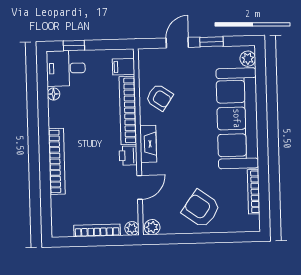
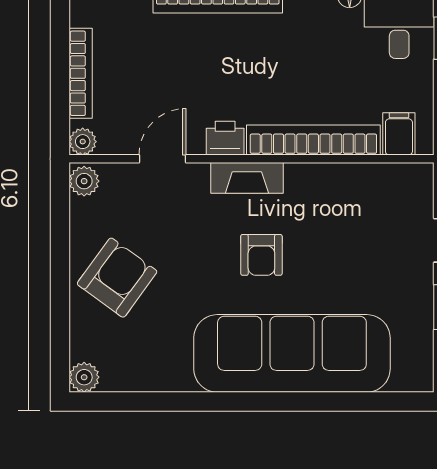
plant: (248, 59) -> (84, 377), moved
armchair: (159, 97) -> (261, 255), moved, turned -34
door: (140, 187) -> (162, 159), swing flipped
bookcase: (254, 192) -> (148, 381), removed

